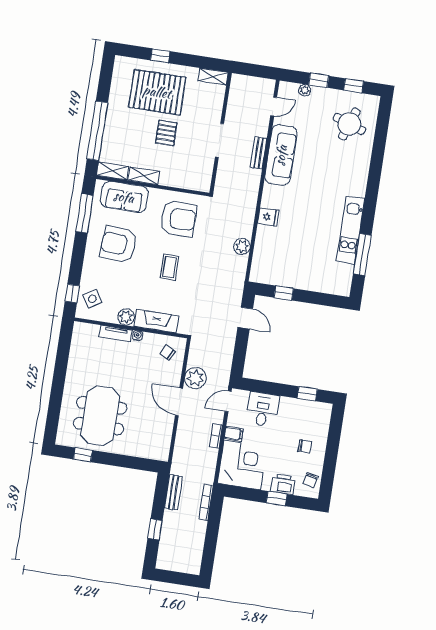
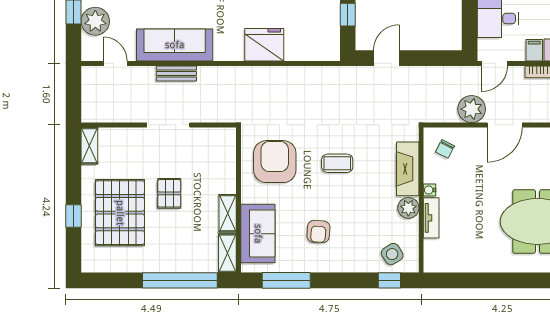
plant: (305, 90) -> (95, 21), width x1.87, depth x1.87
pallet: (166, 133) -> (169, 193), turned 90
fridge: (268, 217) -> (264, 45), width x1.88, depth x1.34
armchair: (119, 244) -> (318, 232), width x0.53, depth x0.53
plant: (242, 246) -> (297, 76), removed
door: (228, 401) -> (494, 63), hinge flipped

